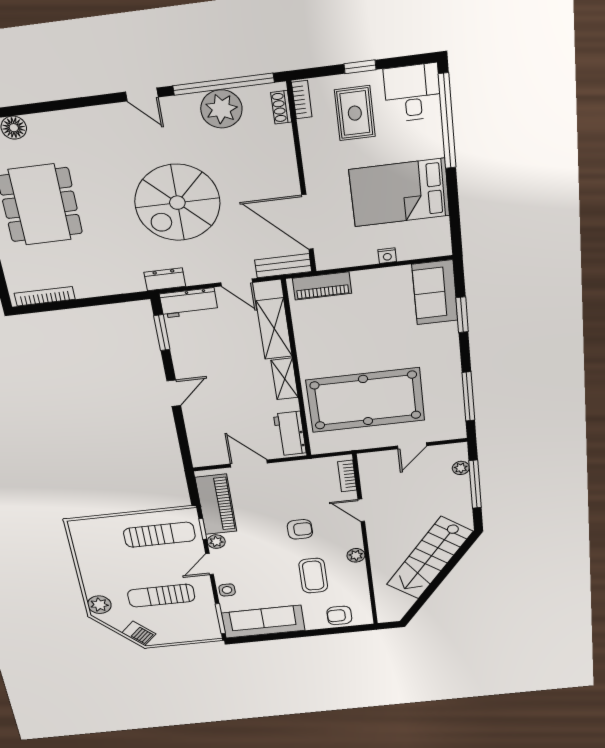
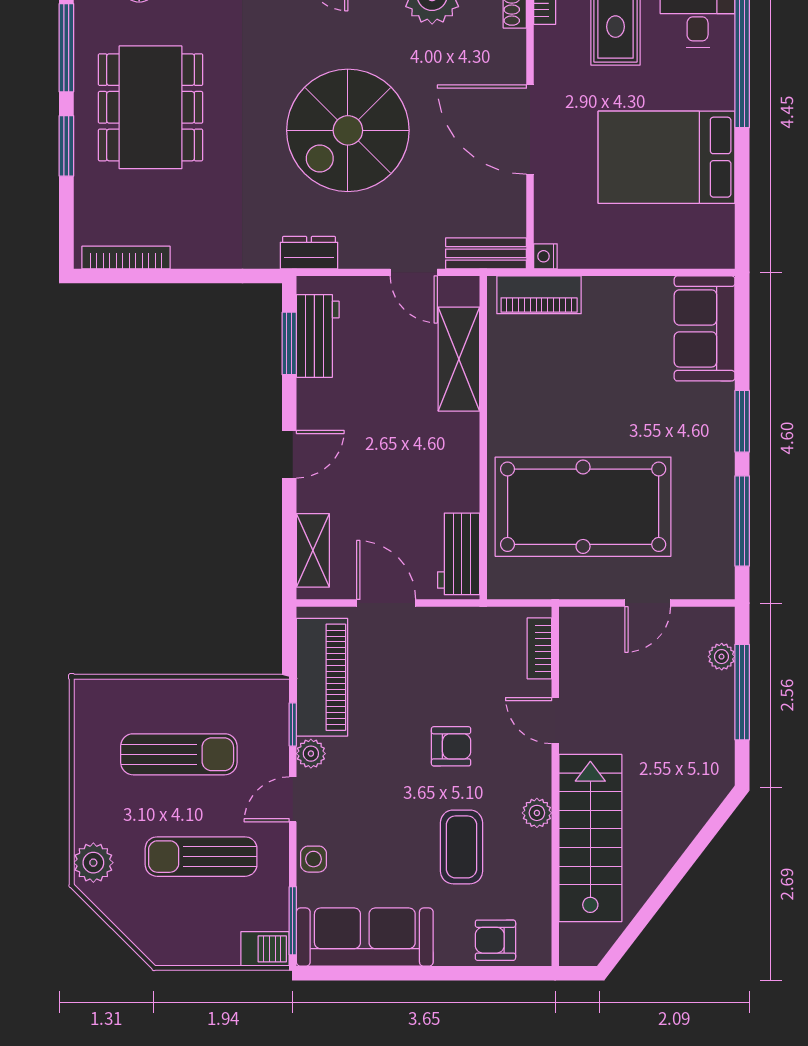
door: (307, 222) -> (530, 130), moved
nightstand: (387, 256) -> (545, 256), moved, turned 90
workbench: (189, 303) -> (318, 336), moved, turned -90
window: (462, 315) -> (742, 421), moved
shelving: (285, 379) -> (313, 550), moved
sun lounger: (159, 535) -> (179, 754), moved
stairs: (430, 558) -> (590, 838), moved, turned 143
barbecue: (139, 633) -> (265, 949), moved, turned -45

